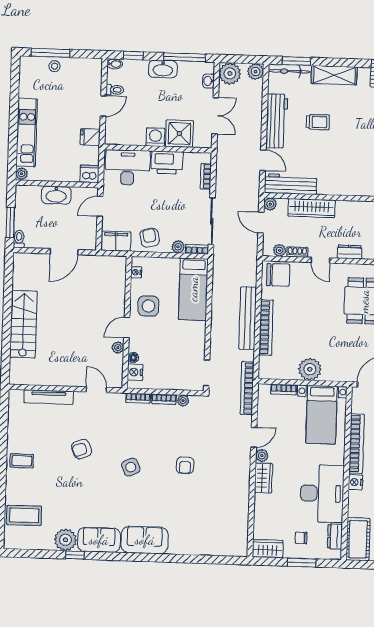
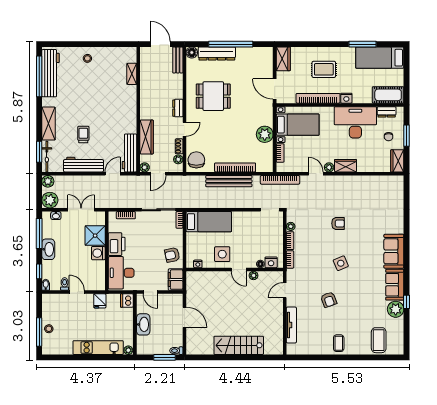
plant: (178, 247) -> (178, 234), removed

